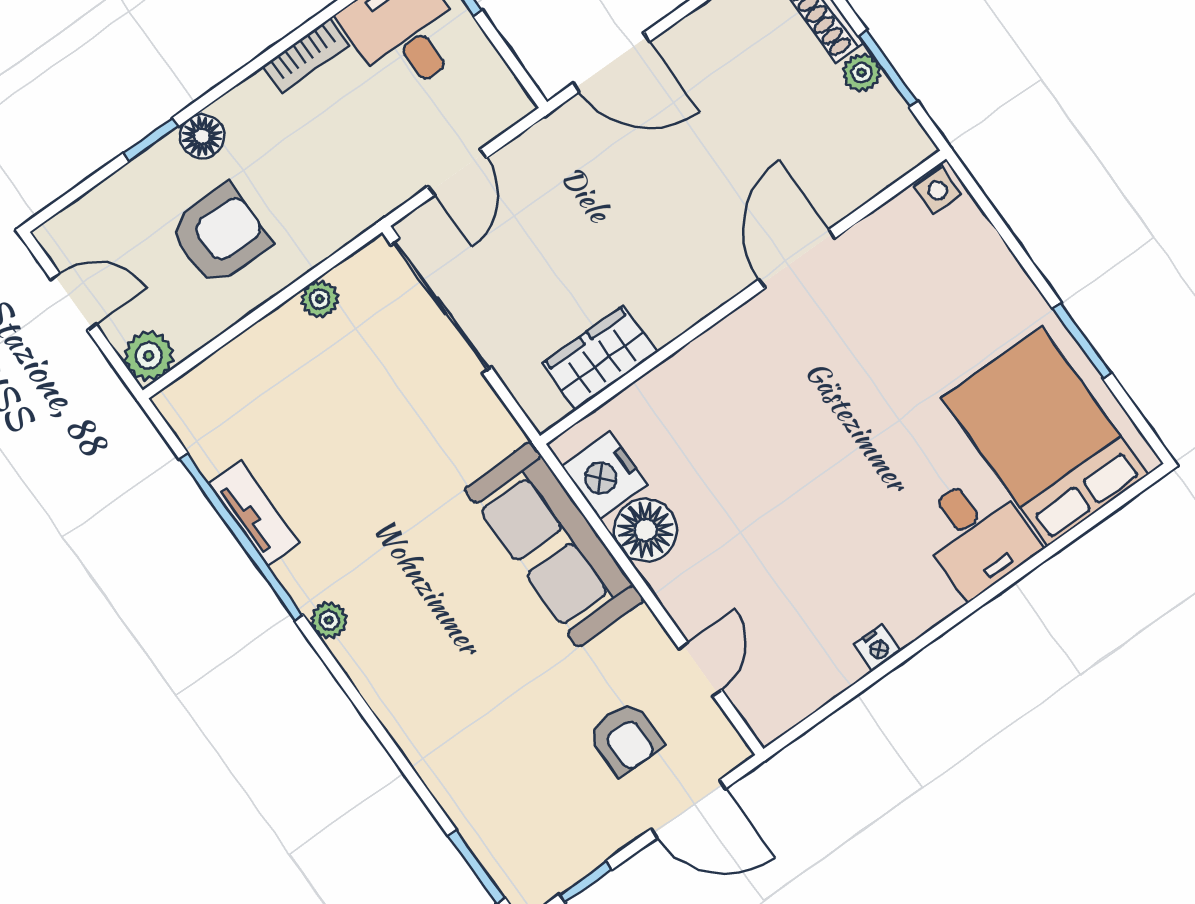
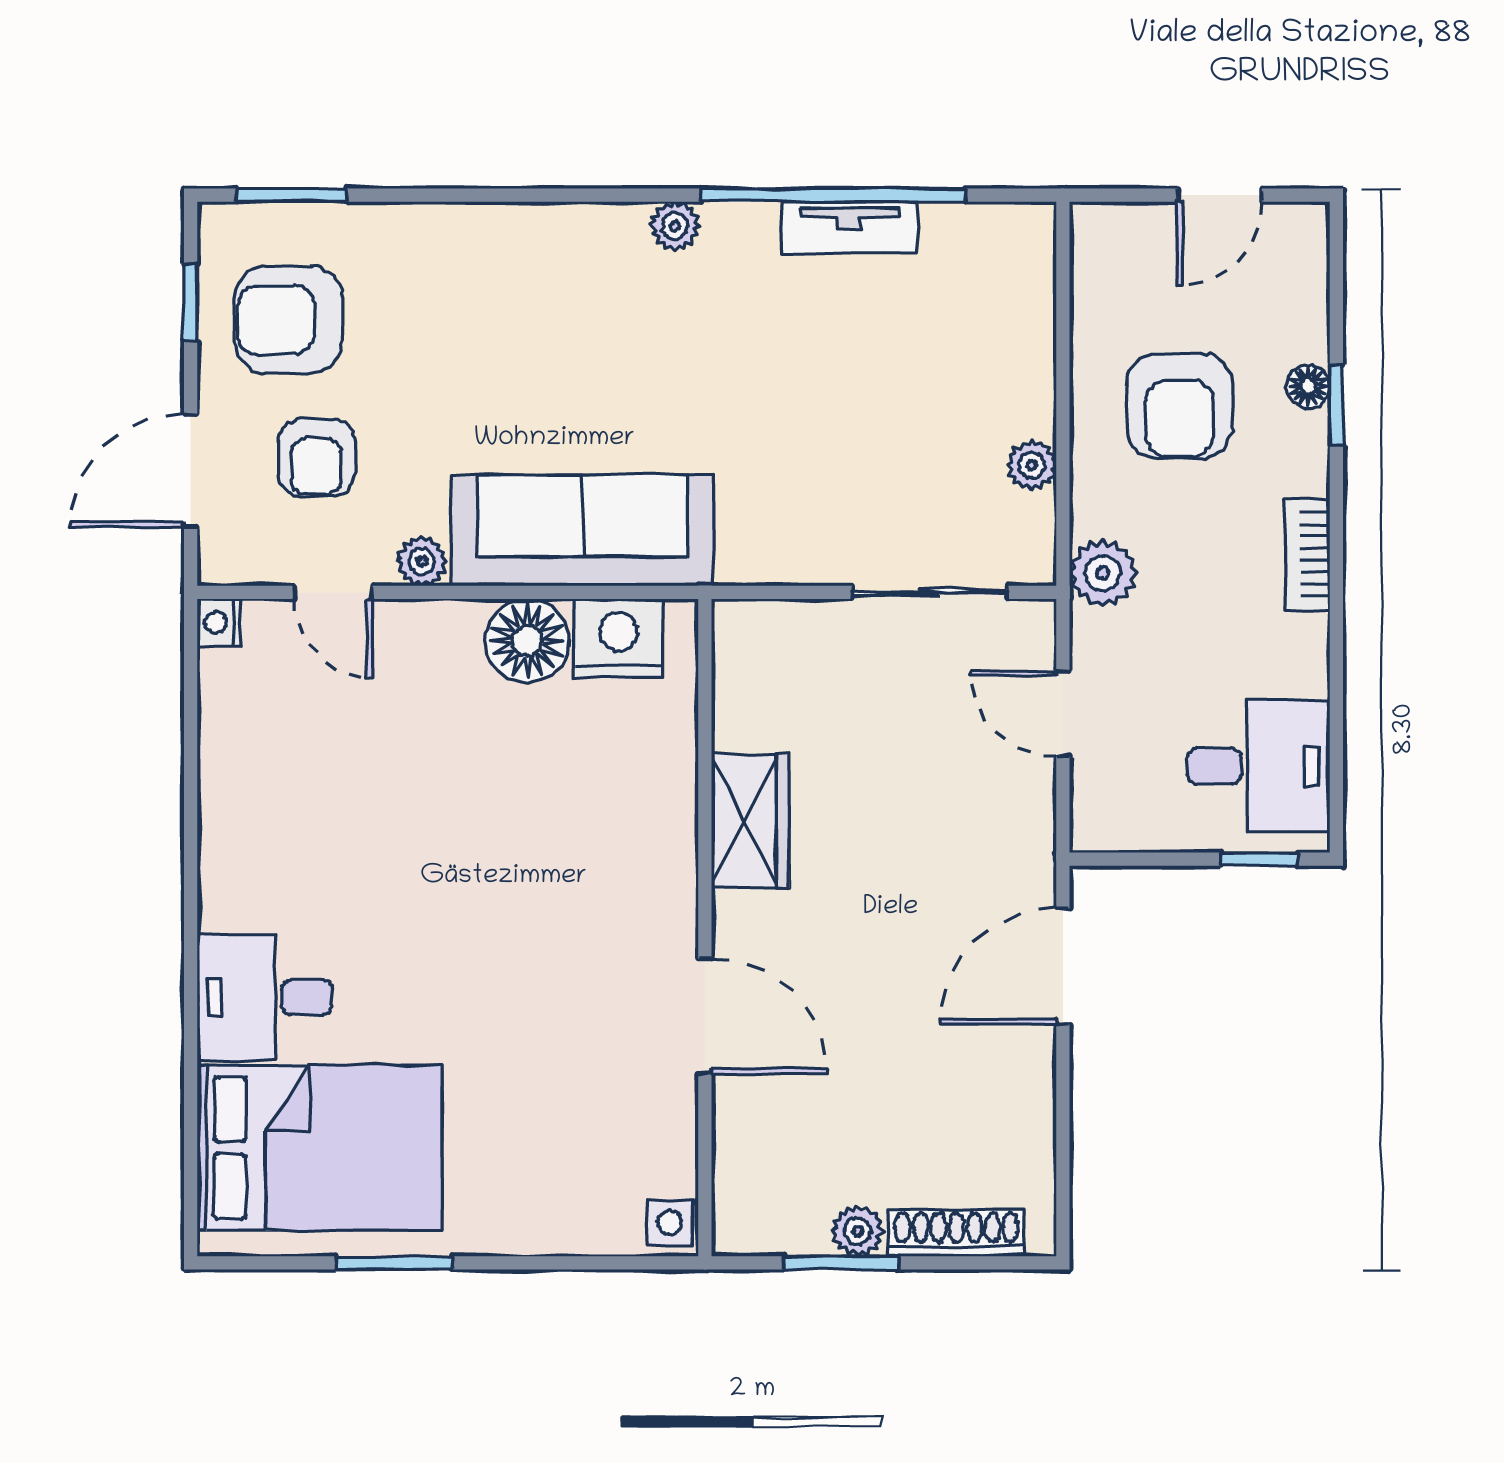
bookcase: (306, 55) -> (1308, 554), moved
floor lamp: (202, 136) -> (1308, 386), moved, width x0.73, depth x0.73
sliding door: (441, 306) -> (930, 592), width x0.73
plant: (149, 356) -> (1103, 573), moved
wardrobe: (600, 358) -> (750, 821), moved
plant: (643, 629) -> (422, 561), added
nightstand: (878, 648) -> (219, 622), moved
armchair: (625, 738) -> (316, 457), turned -90
armchair: (554, 814) -> (289, 320), added

